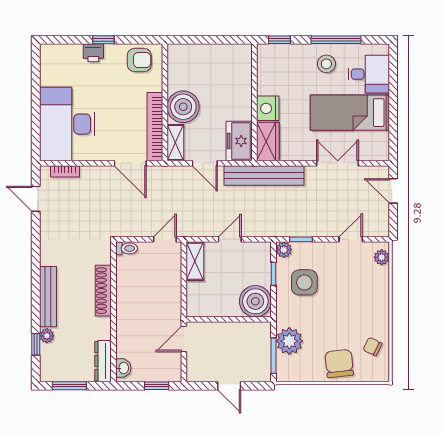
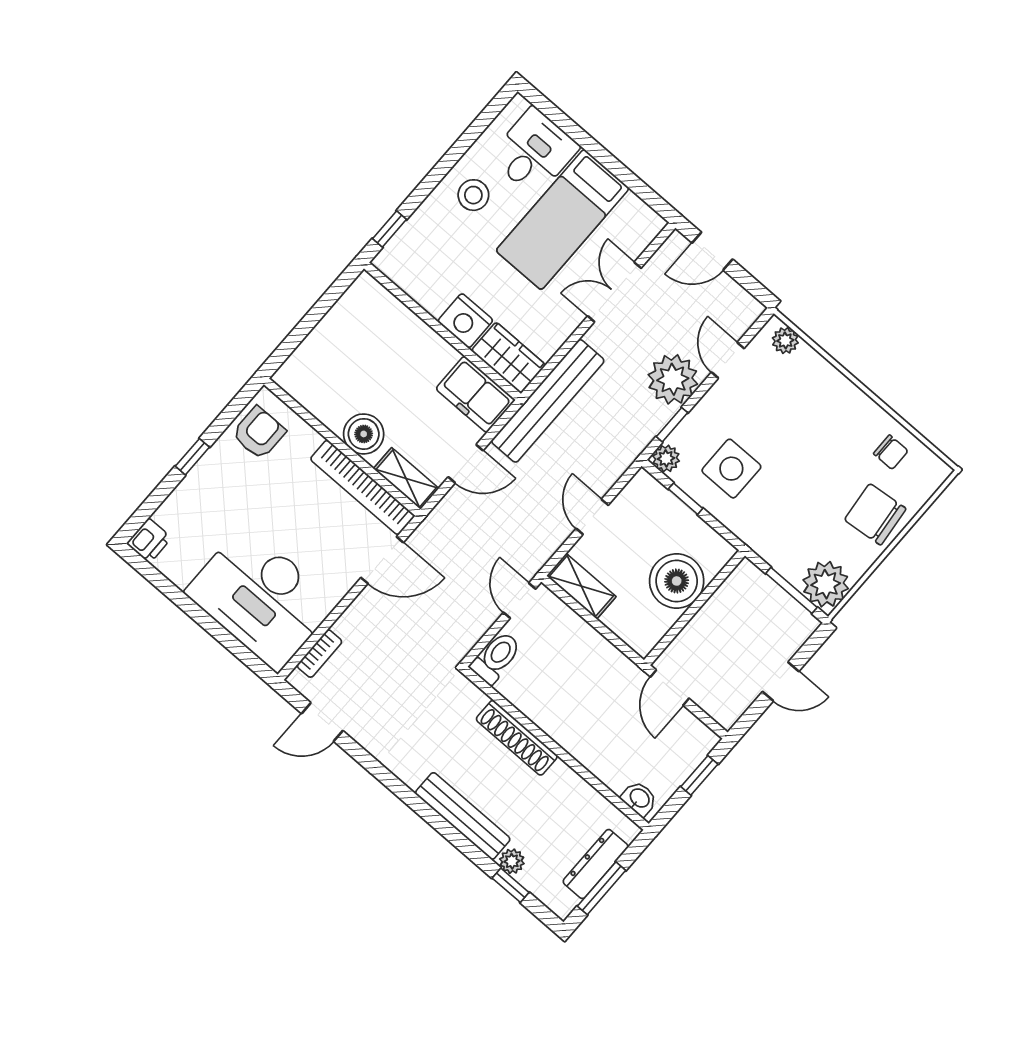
window: (336, 40) -> (453, 156), removed
printer: (93, 53) -> (149, 541), moved
boiler: (183, 107) -> (364, 434), width x0.73, depth x0.73
plant: (321, 222) -> (673, 379), added
toilet: (127, 248) -> (496, 658), width x1.37, depth x1.39
boiler: (255, 301) -> (677, 581), moved
plant: (289, 341) -> (826, 584), moved
chair: (373, 347) -> (891, 452), turned -116
dresser: (103, 361) -> (596, 864), moved, turned 90

